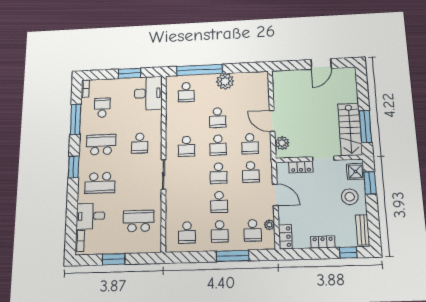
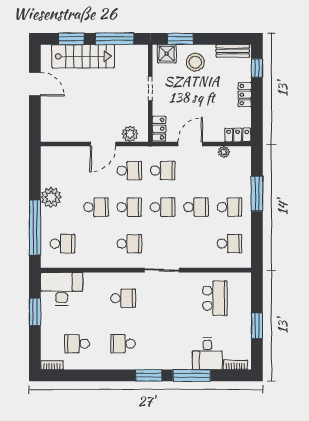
window: (363, 91) -> (71, 39), added
window: (76, 119) -> (192, 375), moved
stairs: (350, 129) -> (83, 56), moved
school desk: (101, 145) -> (123, 344), width x0.54
locker: (301, 167) -> (159, 129), moved
school desk: (100, 183) -> (169, 344), removed
school desk: (139, 221) -> (215, 298), turned 180
school desk: (253, 230) -> (229, 171), removed

